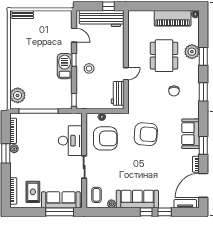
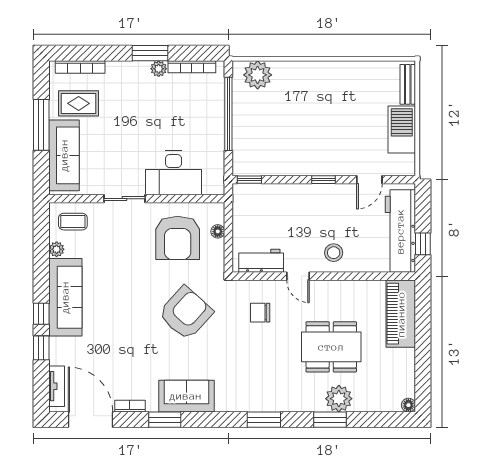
piano: (173, 18) -> (401, 314), moved
barbecue: (65, 66) -> (402, 129), moved, turned -90
stool: (89, 68) -> (334, 253), moved
chair: (174, 91) -> (260, 313), moved
armchair: (146, 134) -> (186, 313), turned -142
window: (60, 212) -> (41, 125), moved

